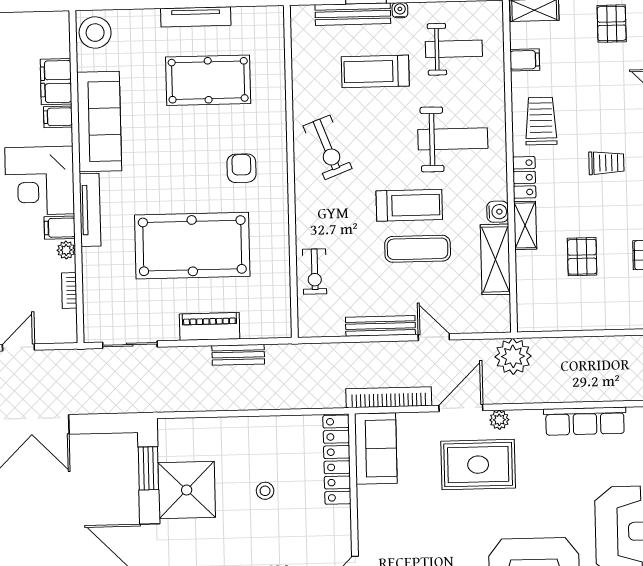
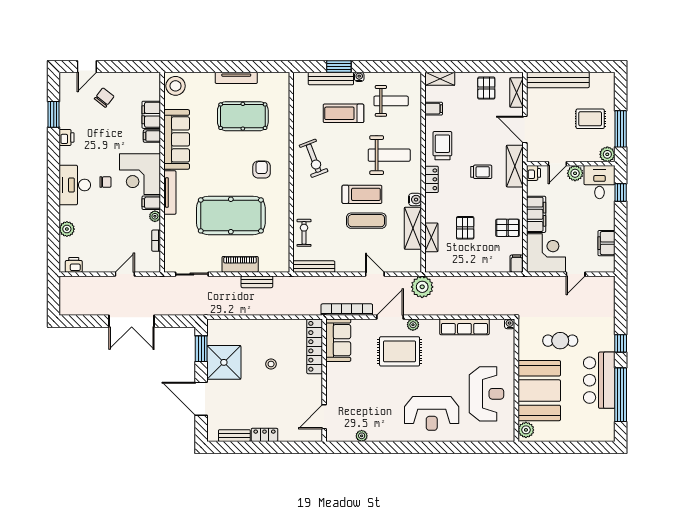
shelving: (525, 225) -> (431, 237), moved
exercise bike: (315, 272) -> (304, 233), turned 180
bench: (380, 326) -> (314, 267), moved

